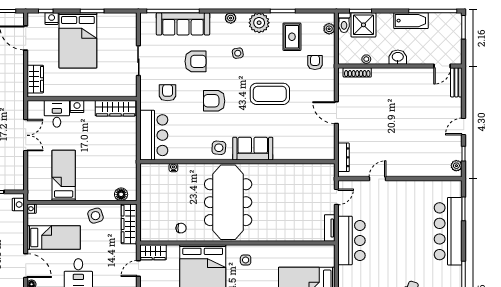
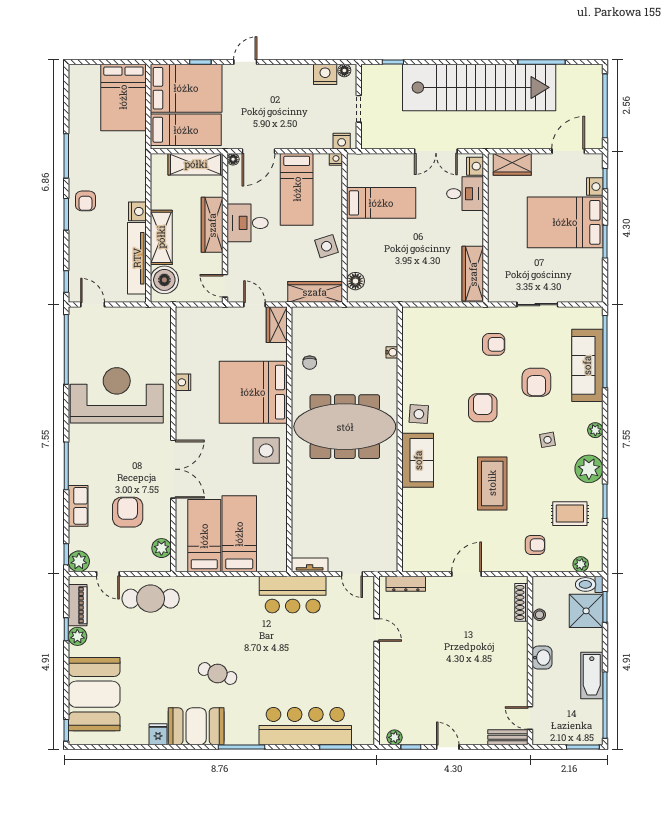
nightstand: (77, 107) -> (475, 166), moved
bar counter: (154, 135) -> (436, 326), removed
side table: (246, 260) -> (266, 451), width x1.87, depth x1.87

